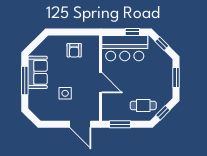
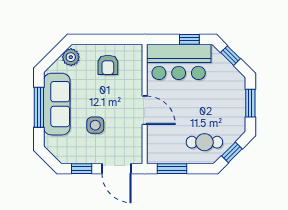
plant: (48, 45) -> (71, 57), added
sofa: (38, 72) -> (57, 104), width x1.36
window: (55, 124) -> (82, 169), added

